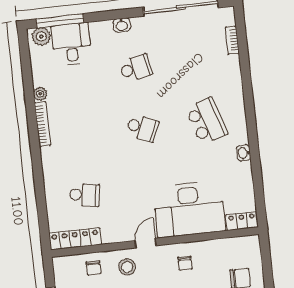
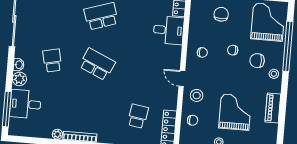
plant: (41, 36) -> (19, 79), moved
school desk: (142, 128) -> (97, 64), width x1.85
desk: (189, 209) -> (169, 30), width x0.53, depth x0.77

